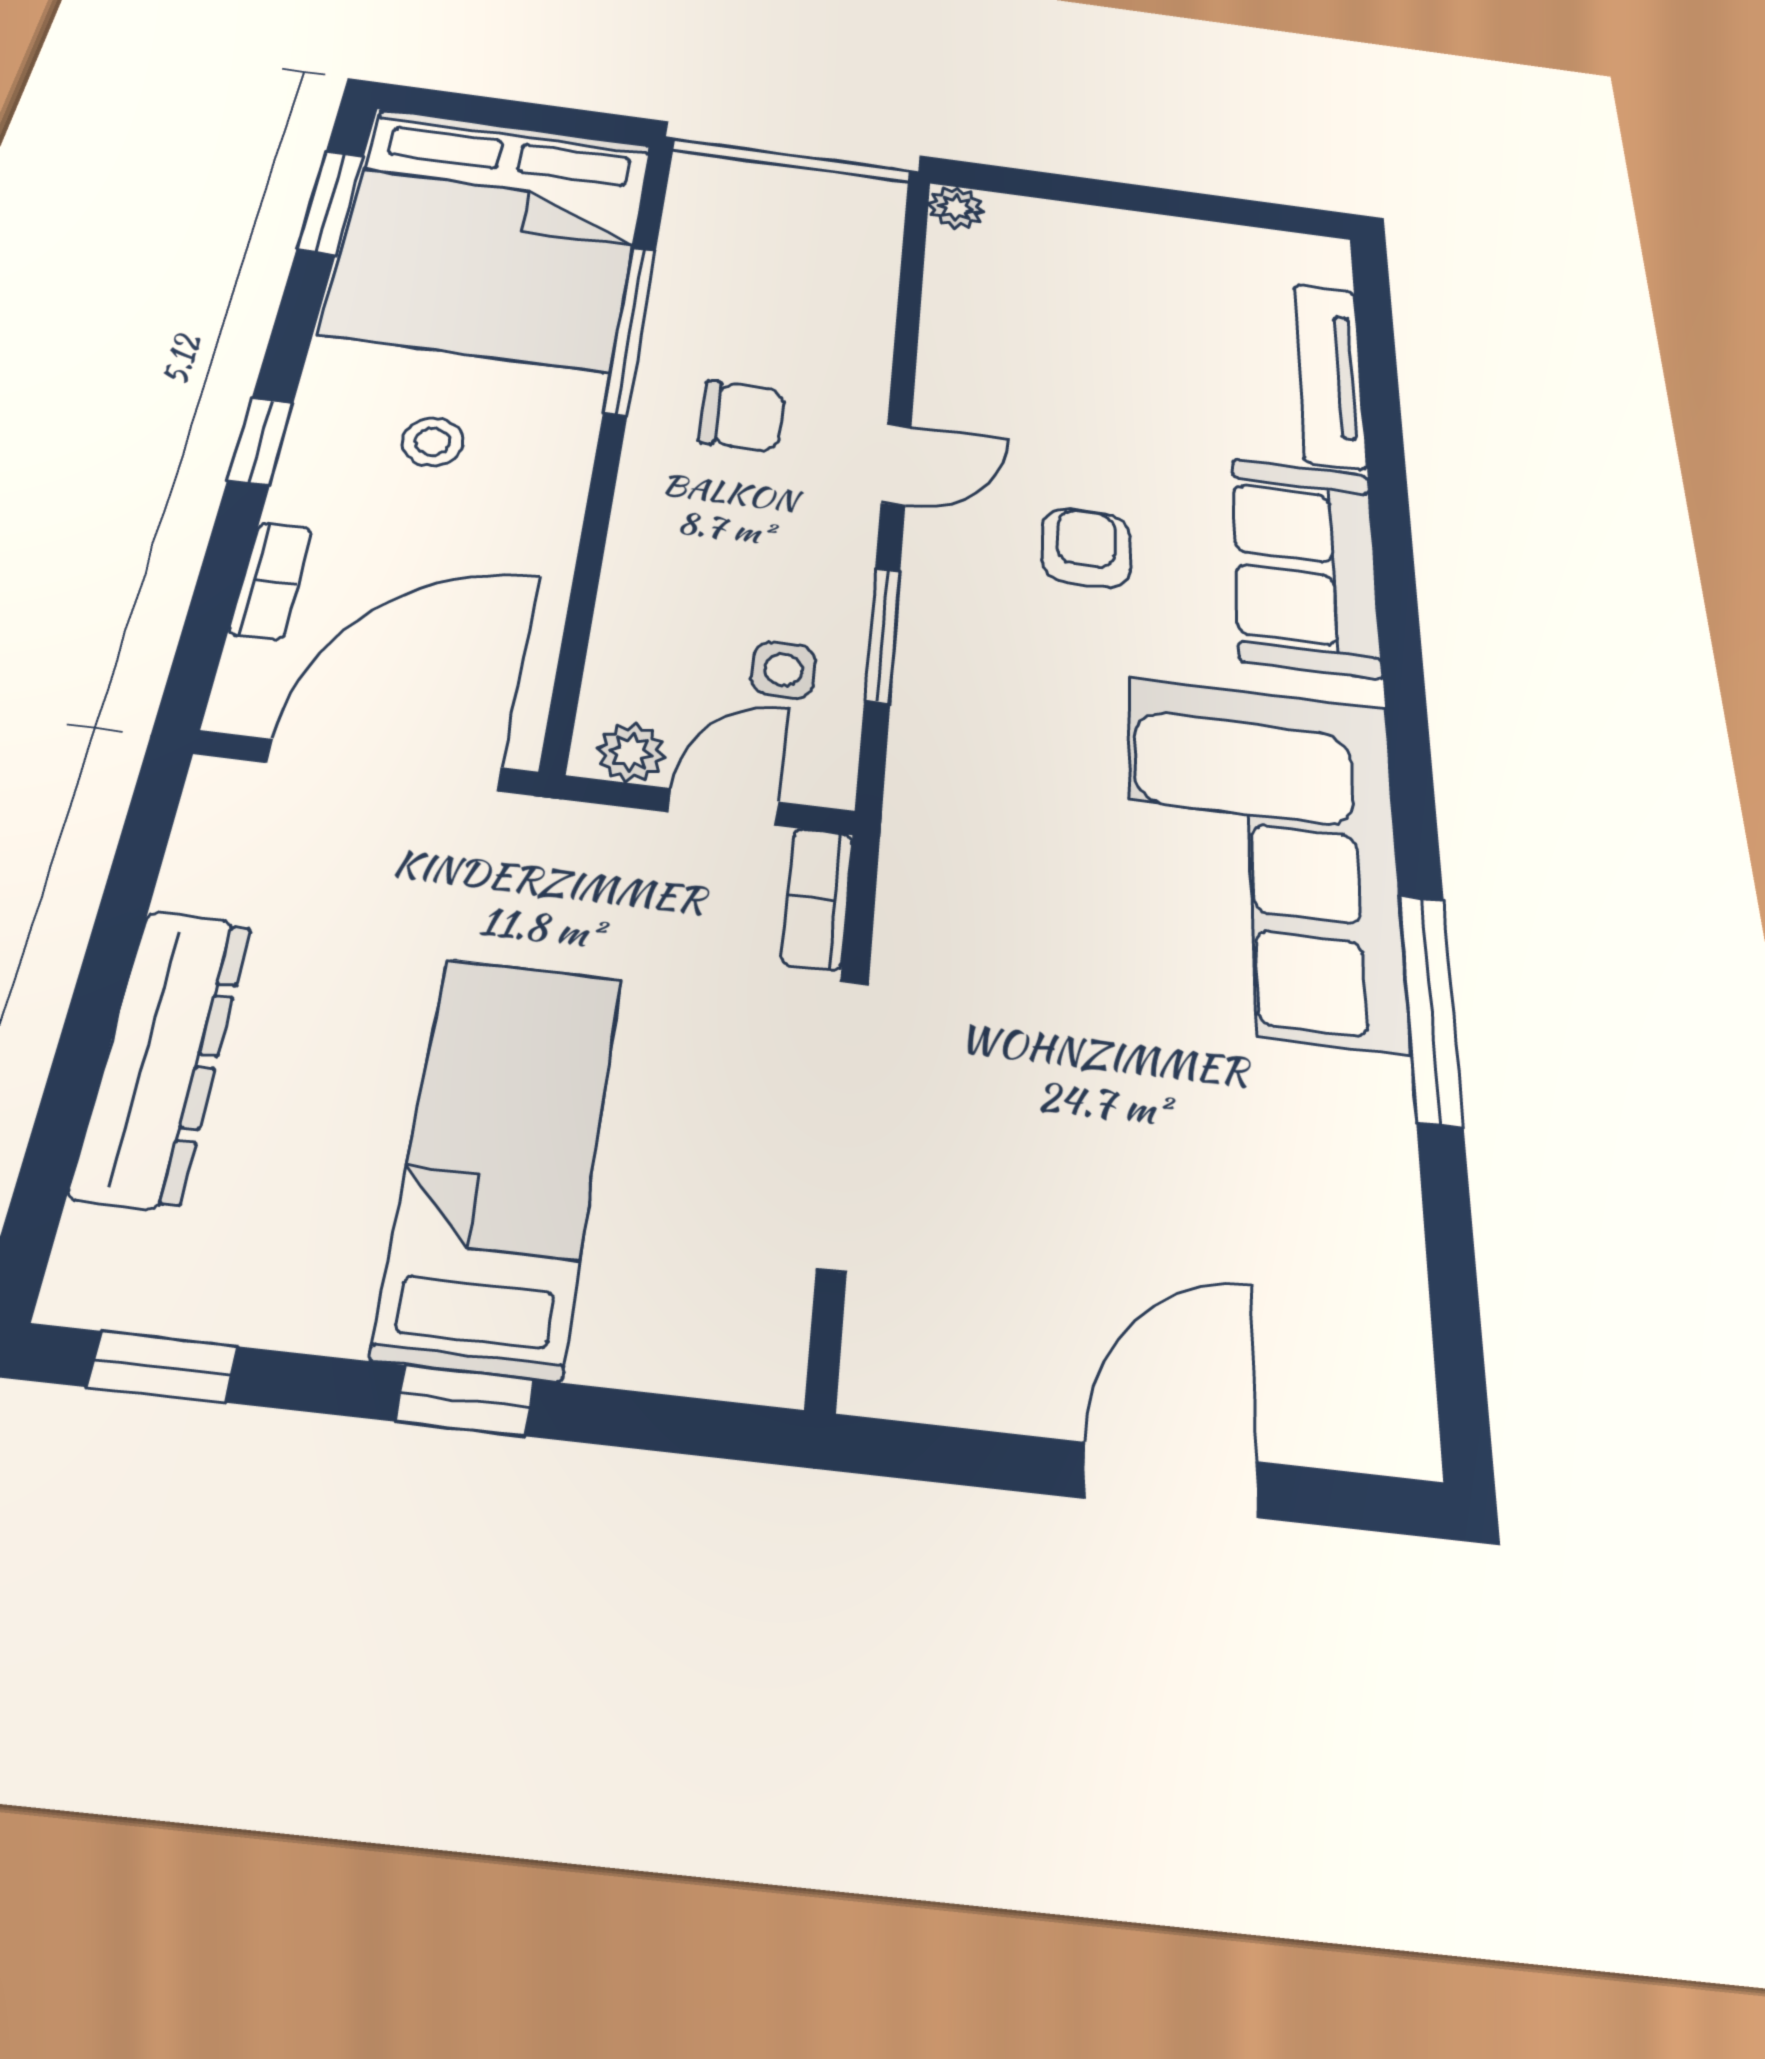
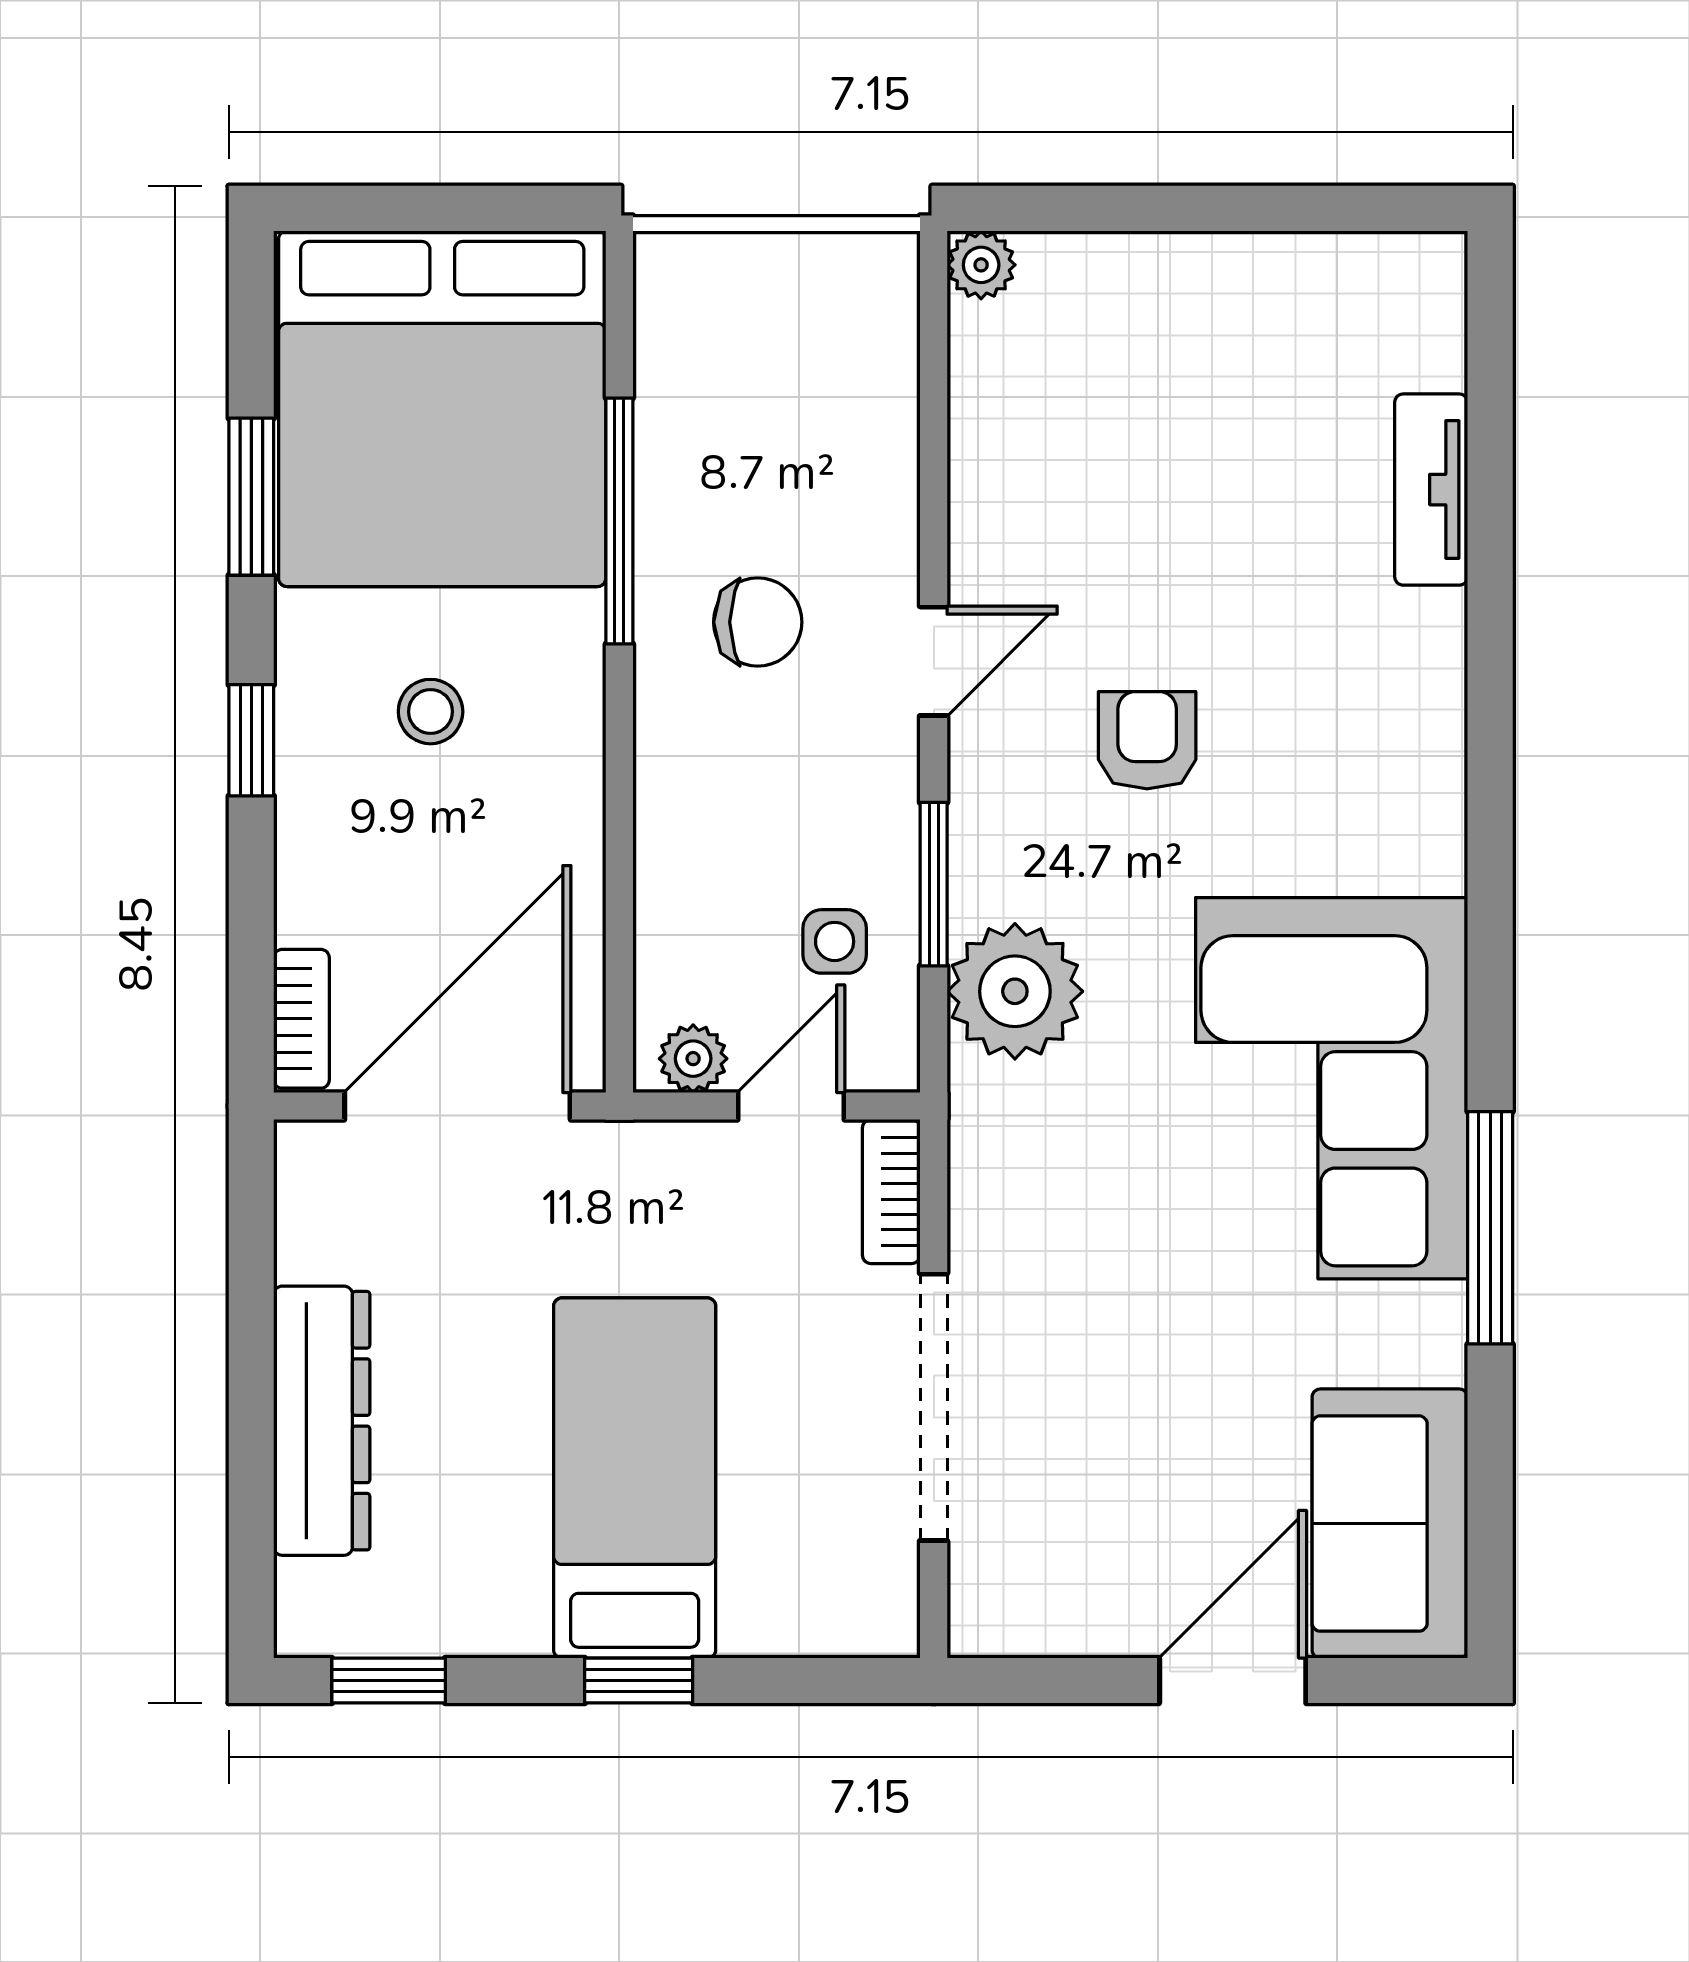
window: (331, 202) -> (251, 497), moved
tv unit: (1330, 375) -> (1431, 490), width x0.71
sofa: (1305, 566) -> (1390, 1524), moved
bookcase: (271, 581) -> (302, 1019), moved
plant: (955, 734) -> (1015, 991), added

